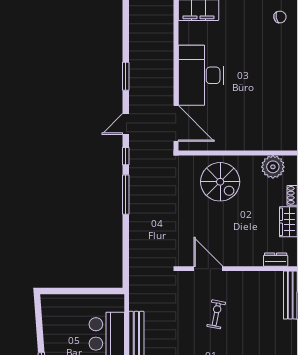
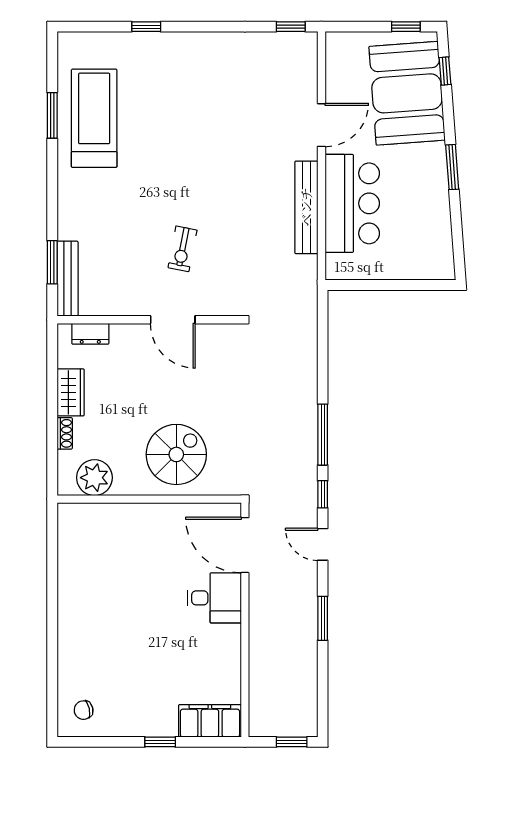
desk: (201, 75) -> (214, 598), width x0.53, depth x0.77
door: (126, 124) -> (323, 544), swing flipped
spiral stairs: (220, 182) -> (176, 454), turned 90
door: (208, 269) -> (173, 320), moved

